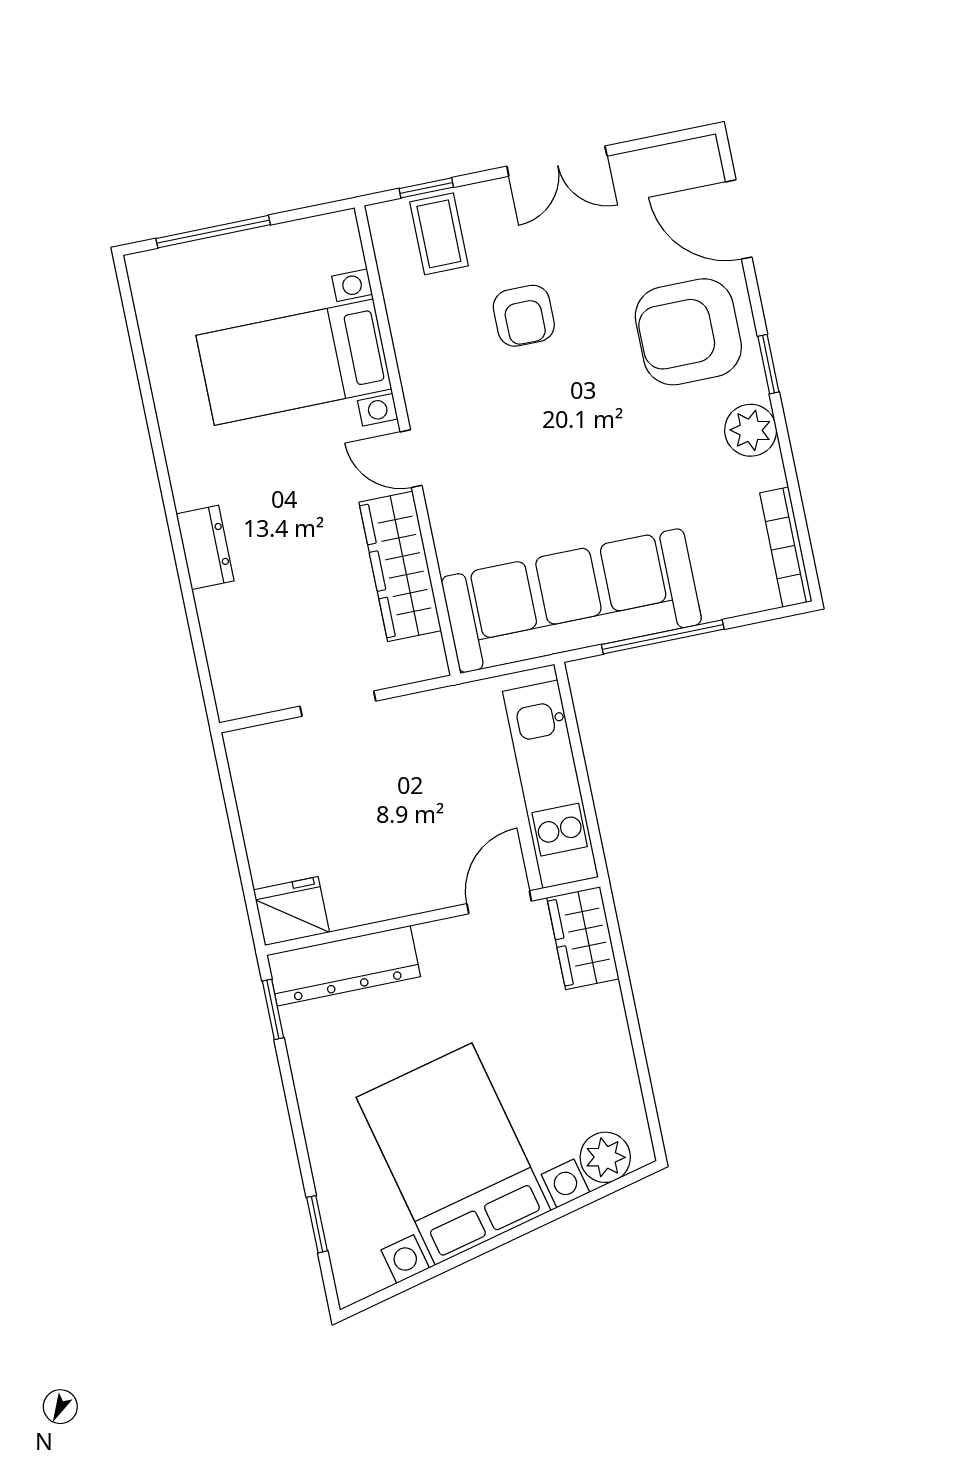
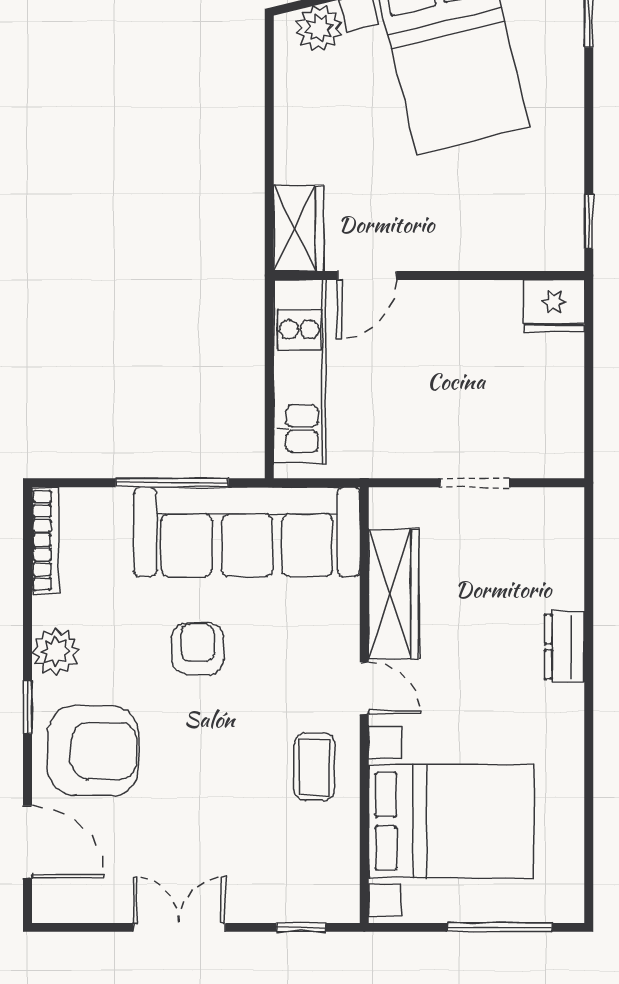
coffee table: (439, 234) -> (314, 767), moved
armchair: (524, 316) -> (198, 649), moved
bed with nightstands: (294, 362) -> (451, 821), width x1.36
dresser: (344, 966) -> (518, 247), removed

